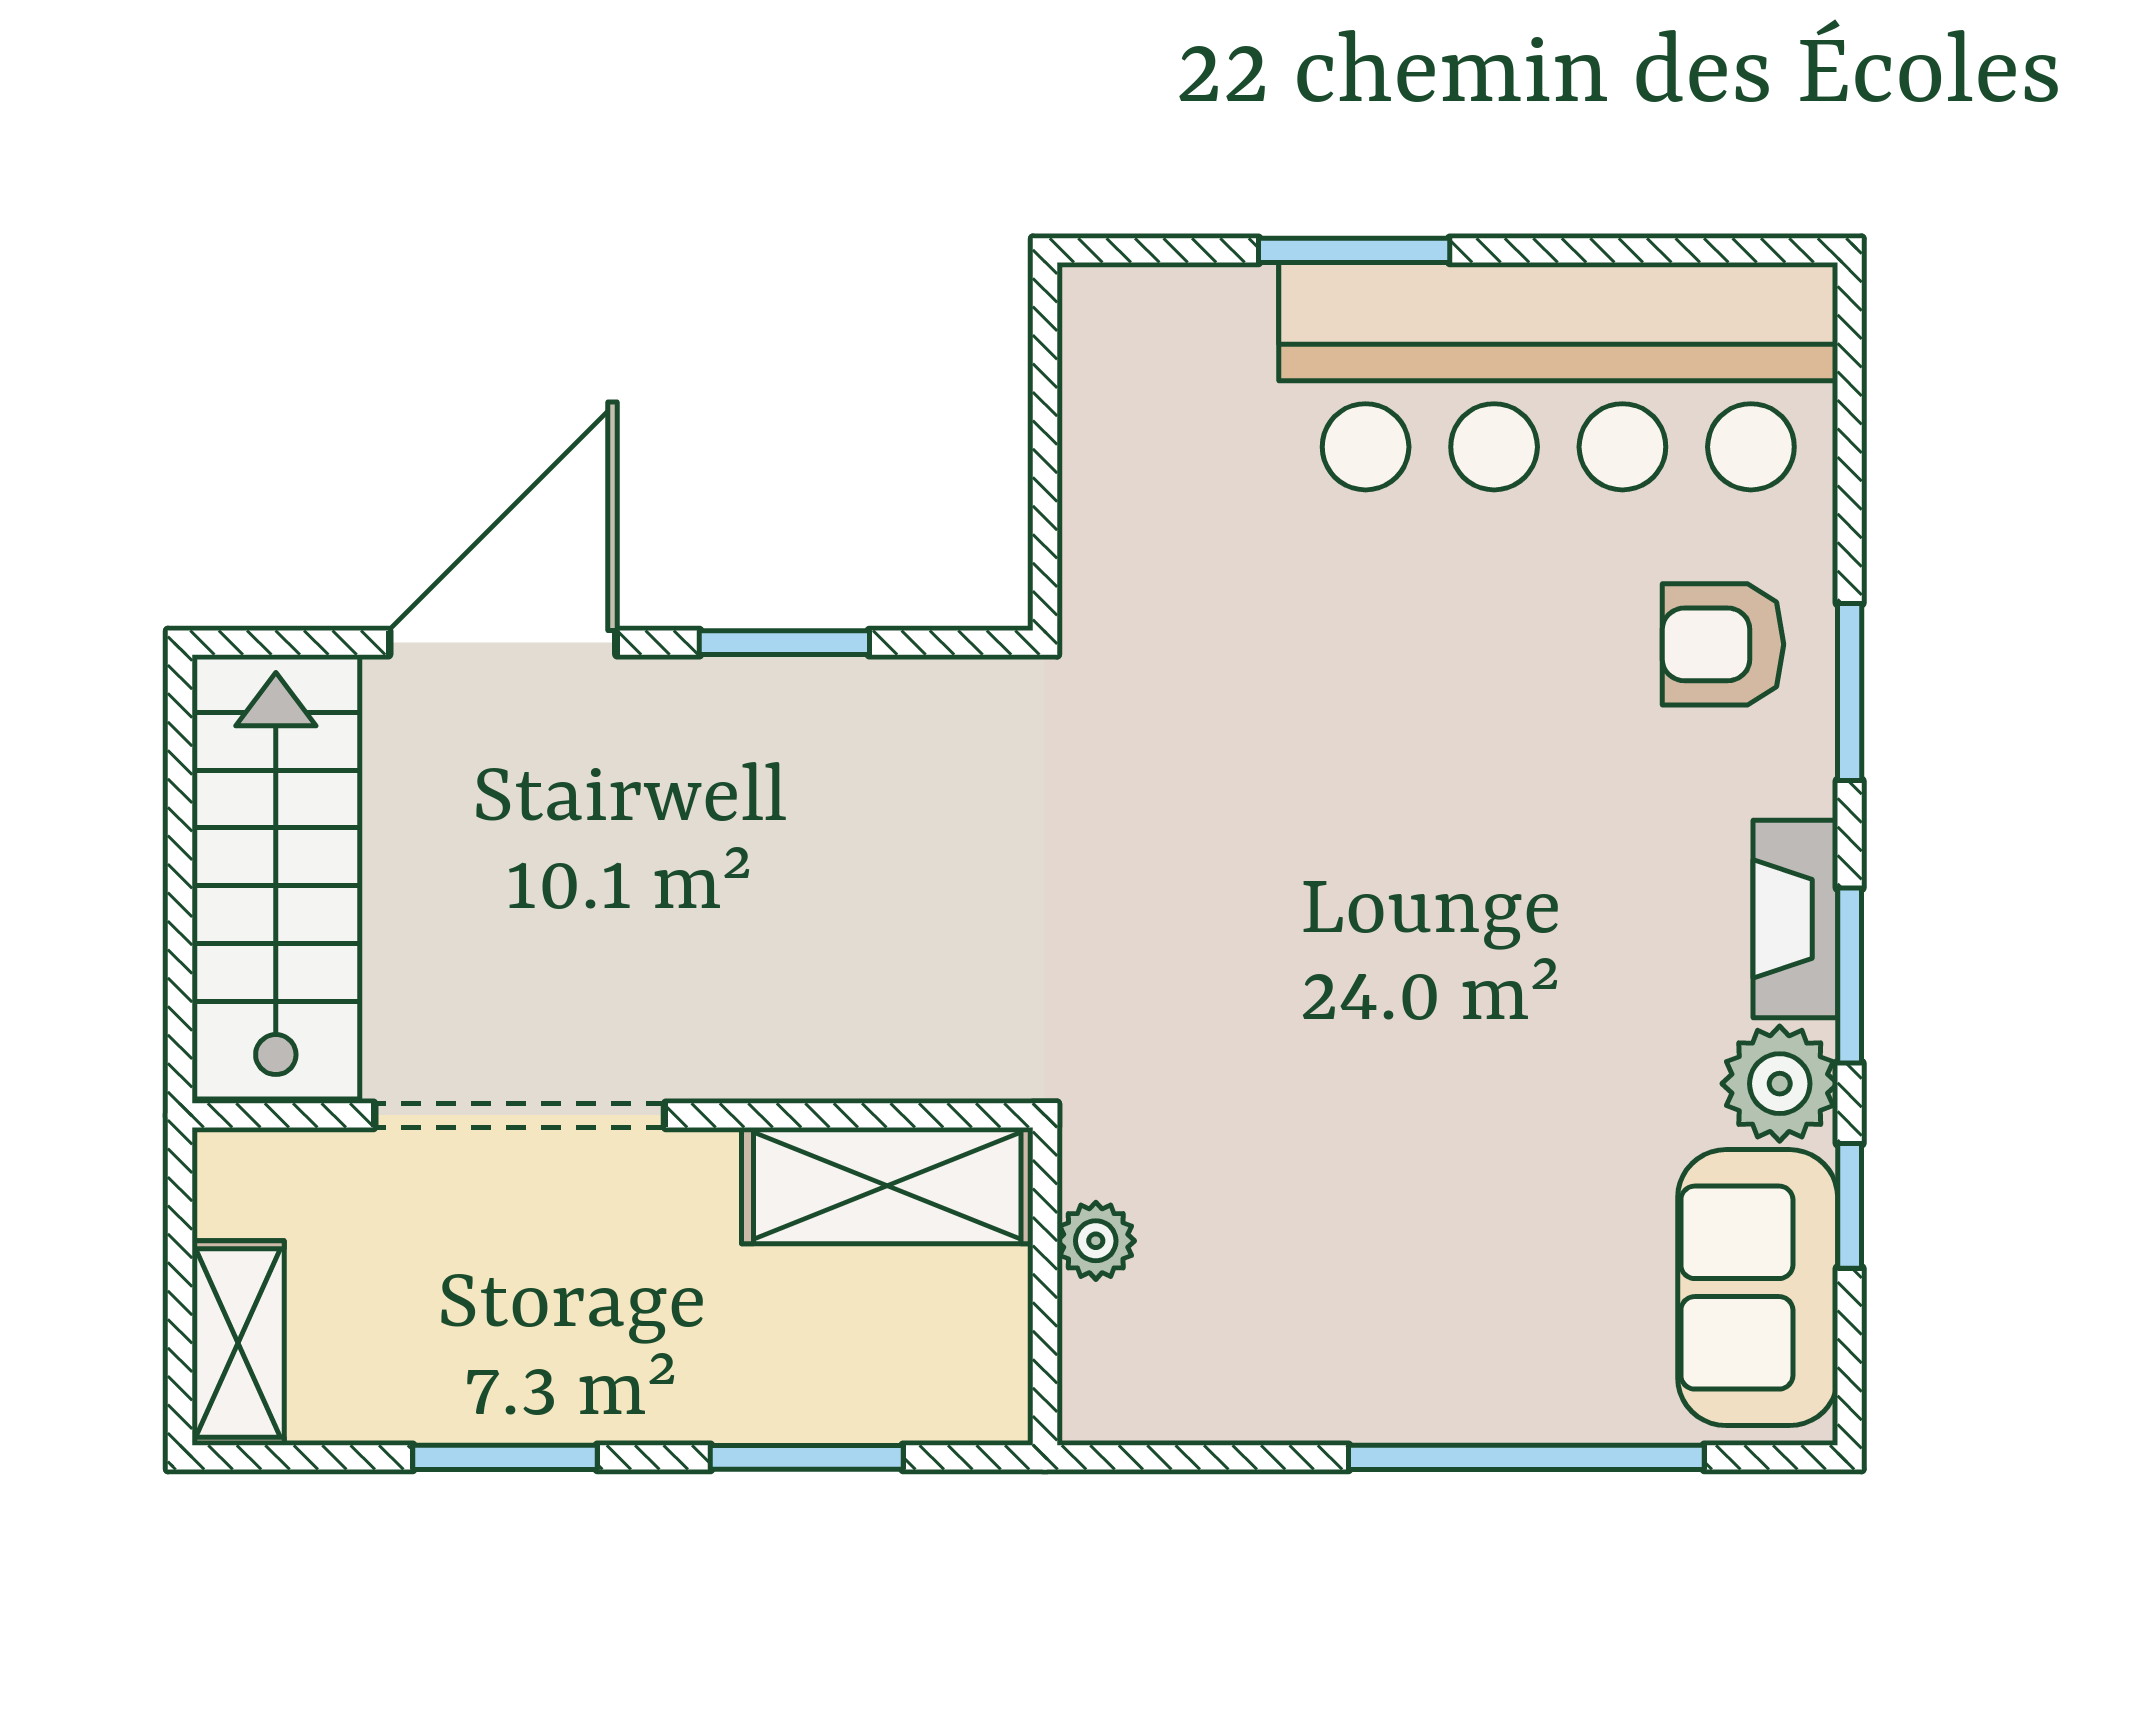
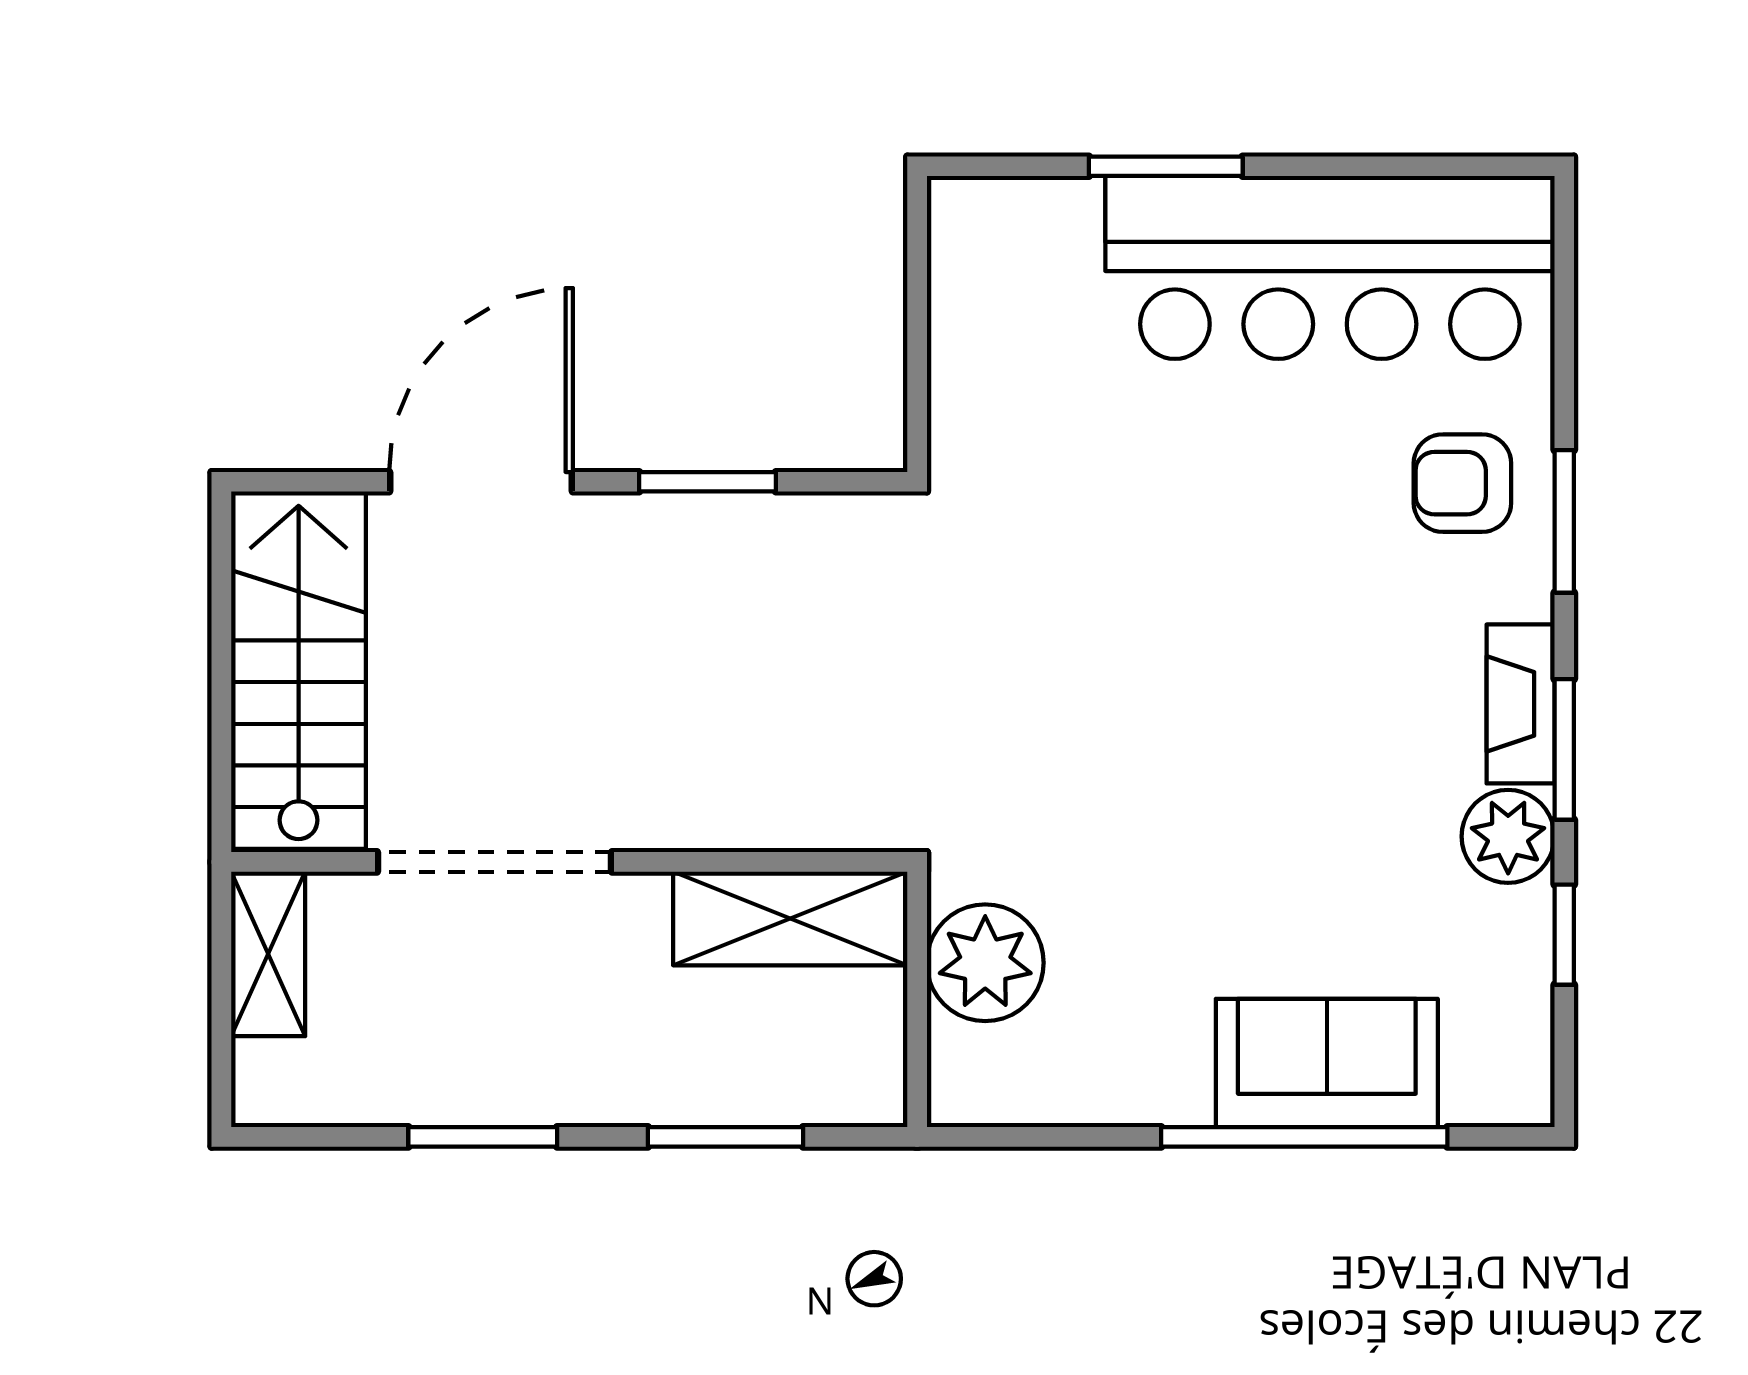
plant: (1096, 1241) -> (985, 963), width x1.88, depth x1.88
sofa: (1758, 1288) -> (1327, 1063), moved, turned 90
shelving: (238, 1343) -> (268, 954), moved

